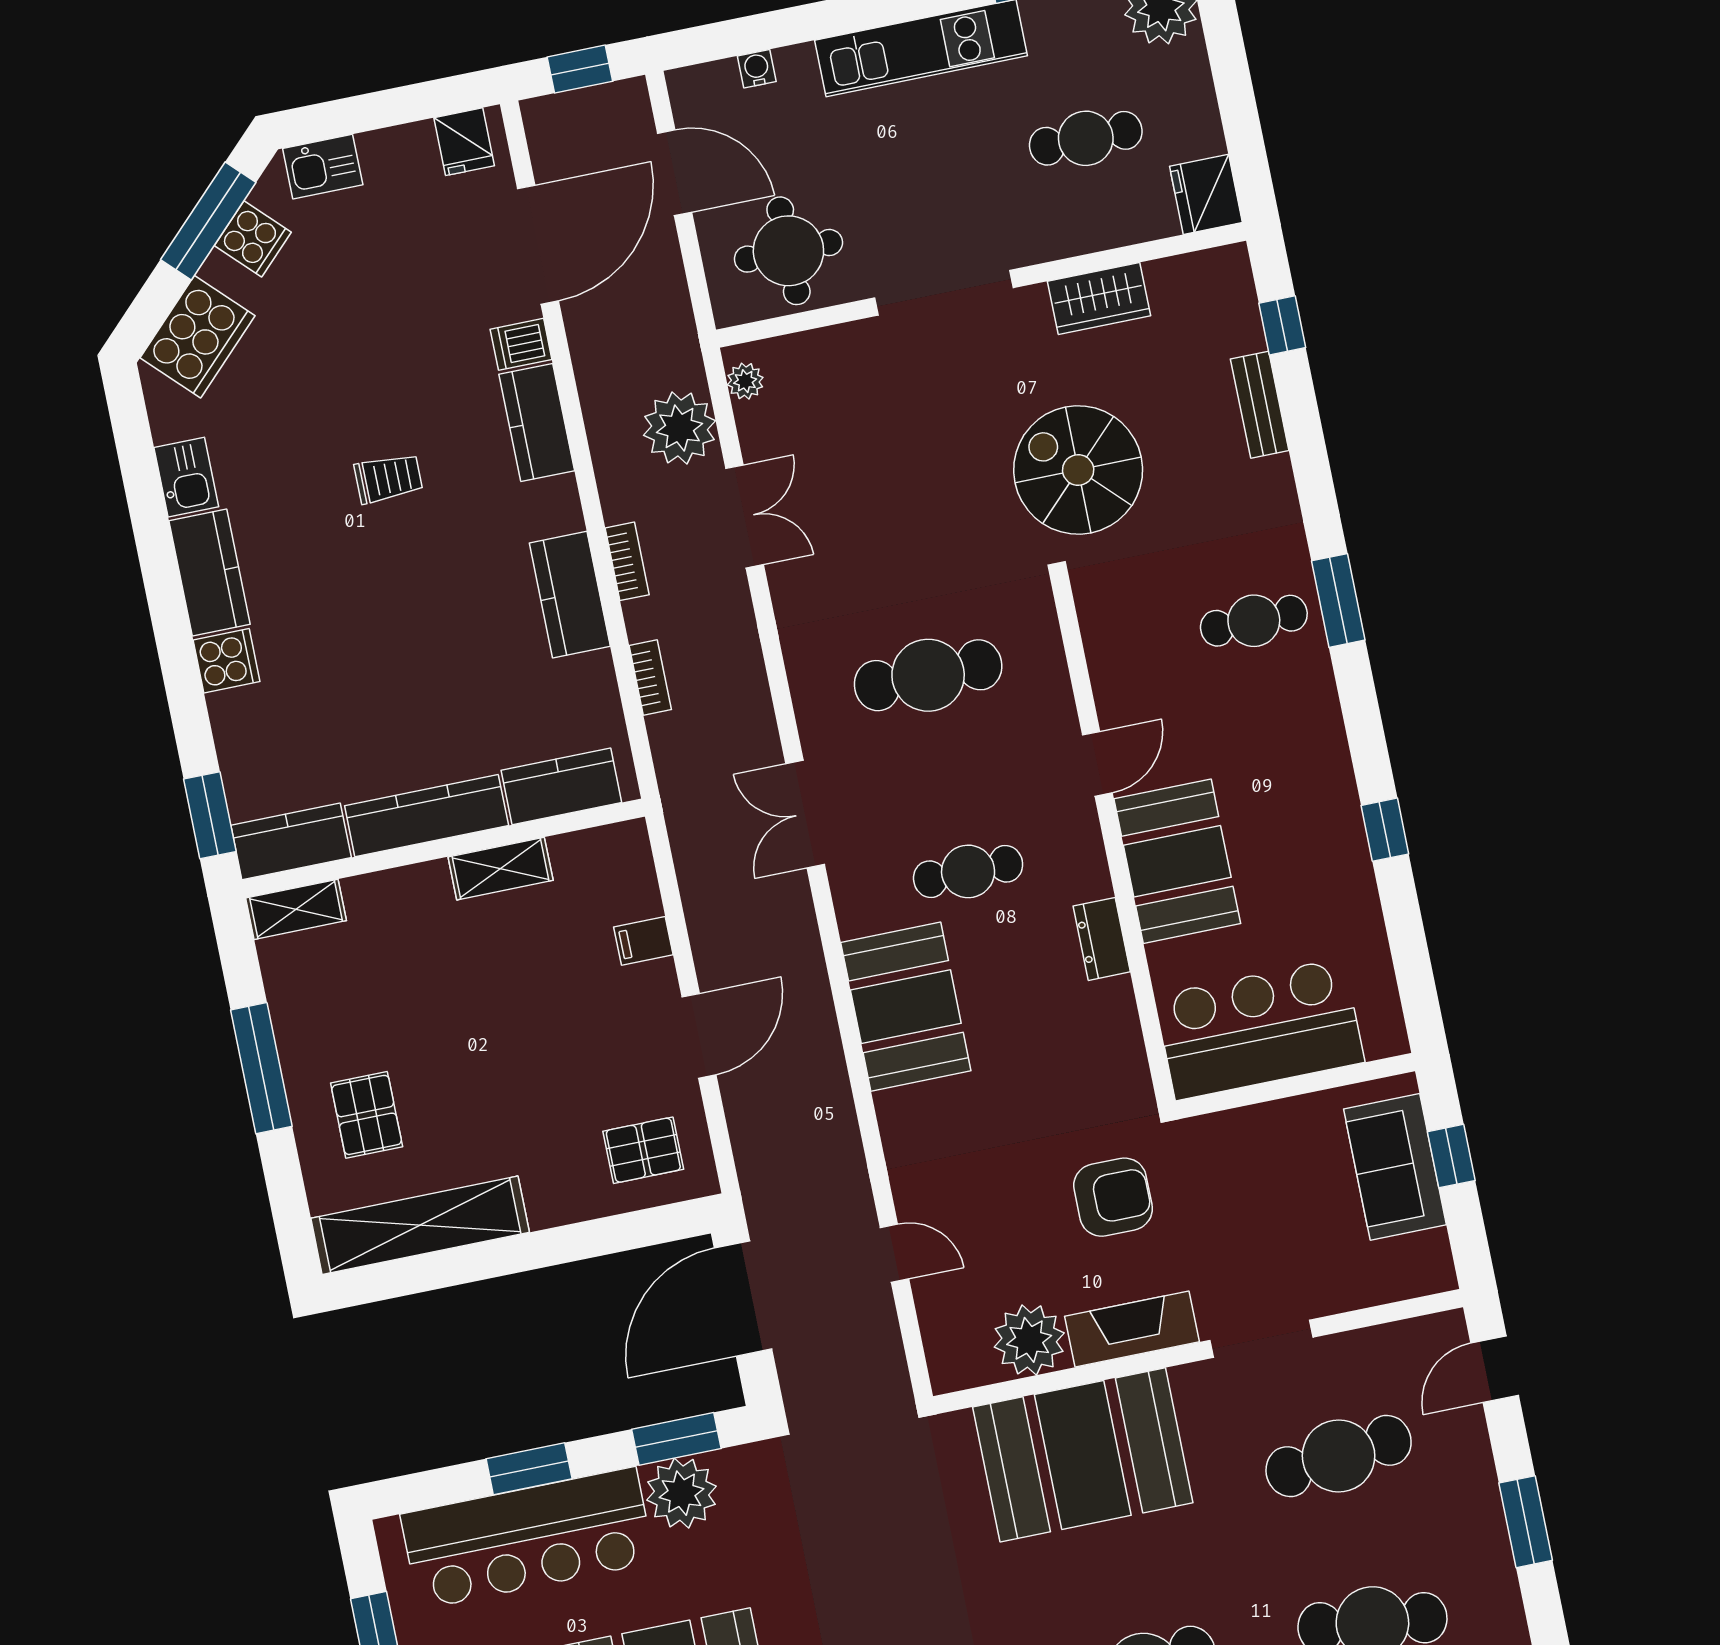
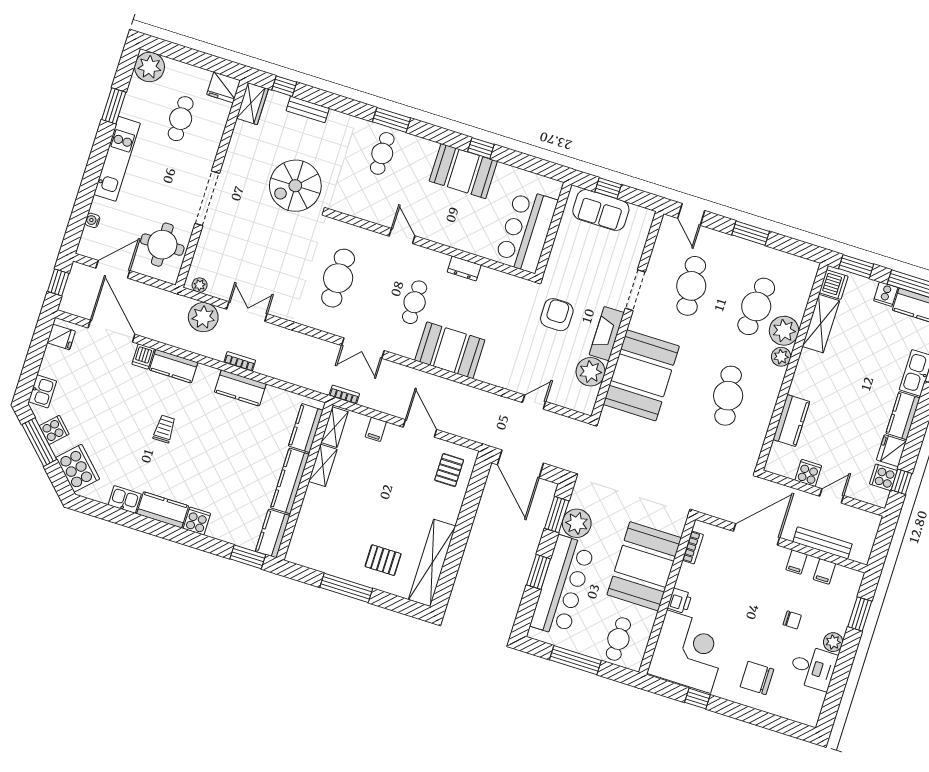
wardrobe: (1099, 298) -> (252, 104), moved
bookcase: (650, 677) -> (344, 395), moved
booth: (1177, 861) -> (463, 171), moved
shelving: (296, 909) -> (335, 427), moved

